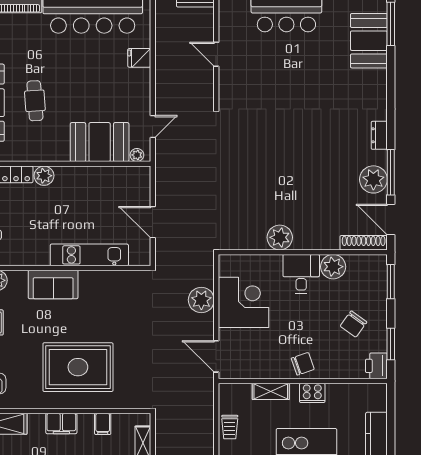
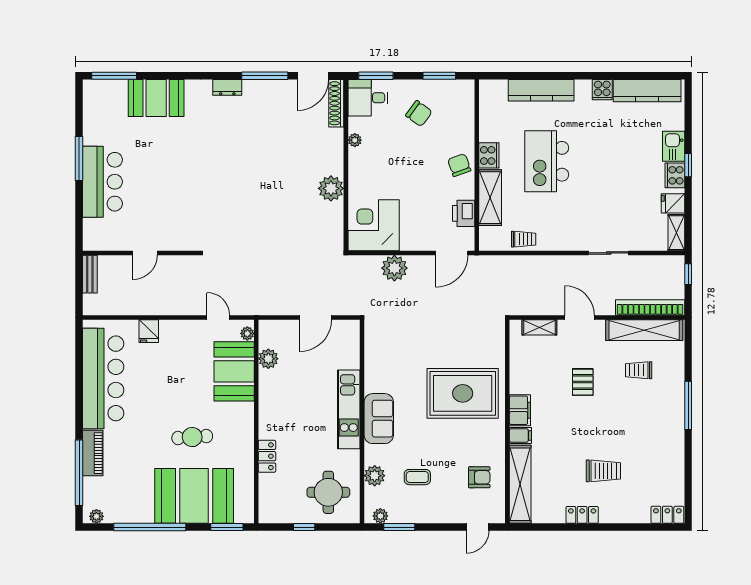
booth: (369, 41) -> (156, 98), moved
plant: (44, 176) -> (268, 359), moved
plant: (373, 179) -> (272, 93), removed
kitchen unit: (89, 255) -> (349, 409), moved
plant: (333, 267) -> (355, 140), width x0.53, depth x0.53
desk: (301, 274) -> (368, 98), moved
corner desk: (243, 302) -> (374, 225), moved
printer: (376, 366) -> (464, 213), moved, turned 90
rug: (78, 367) -> (463, 393), turned 90
shelving: (271, 391) -> (490, 198), width x1.50, depth x1.33
filing cabinet: (103, 424) -> (520, 435), moved

